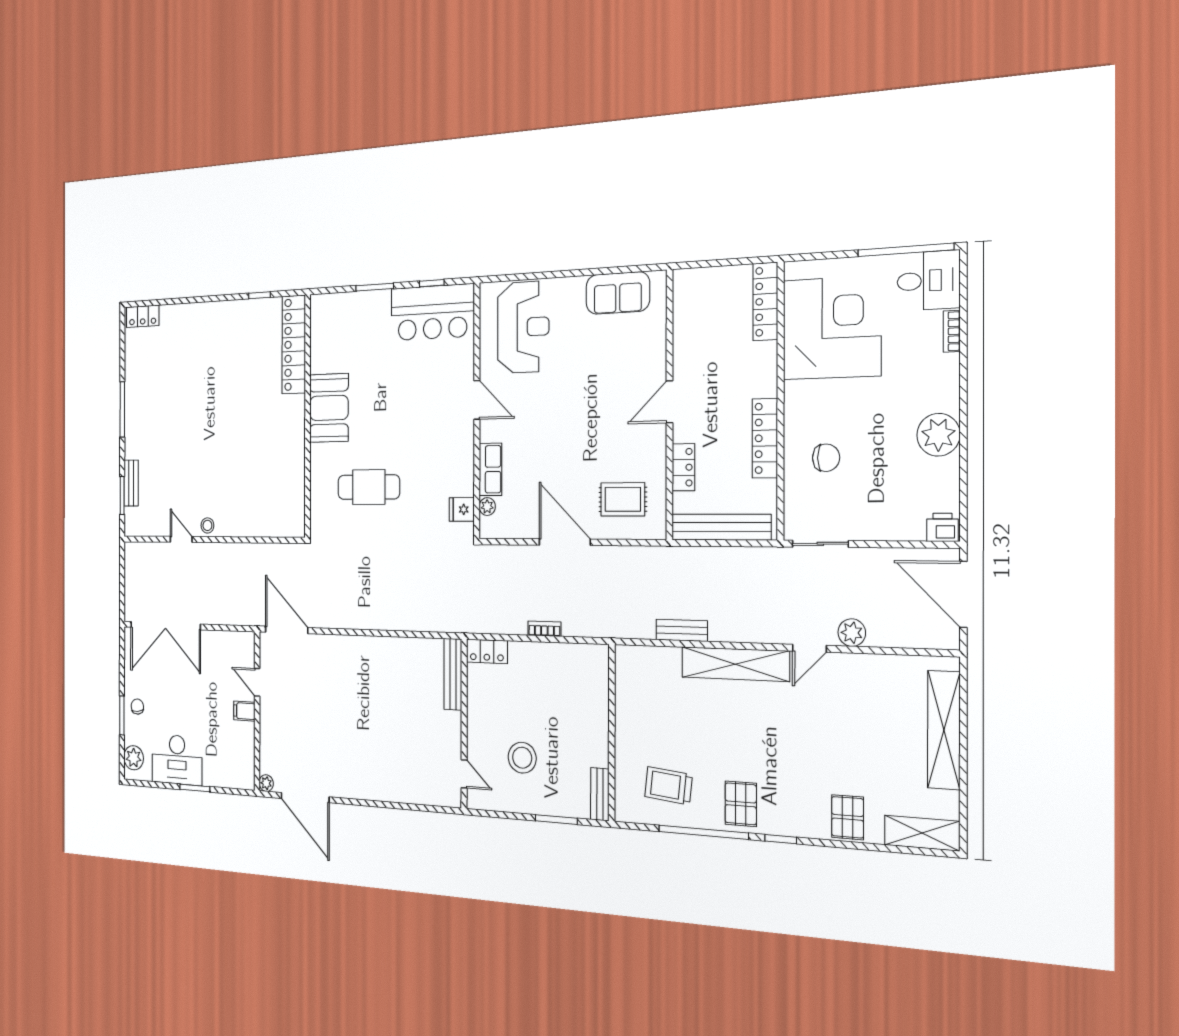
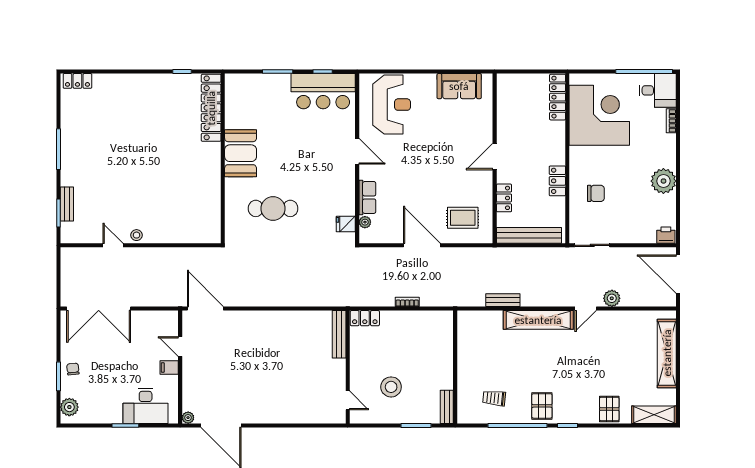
locker: (765, 438) -> (557, 181), width x0.66
desk: (177, 760) -> (146, 406), moved
trolley: (669, 786) -> (494, 398), width x0.73, depth x0.72

